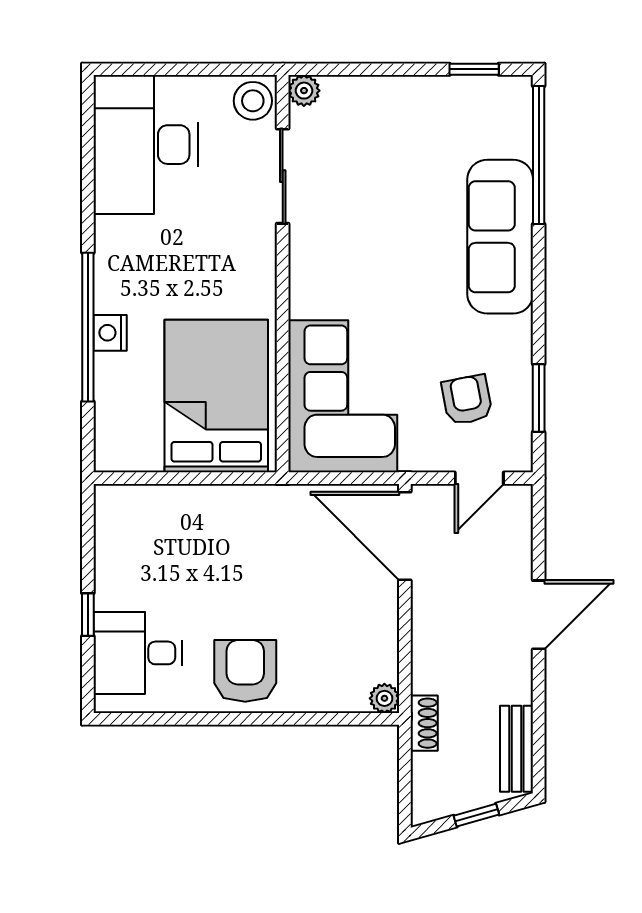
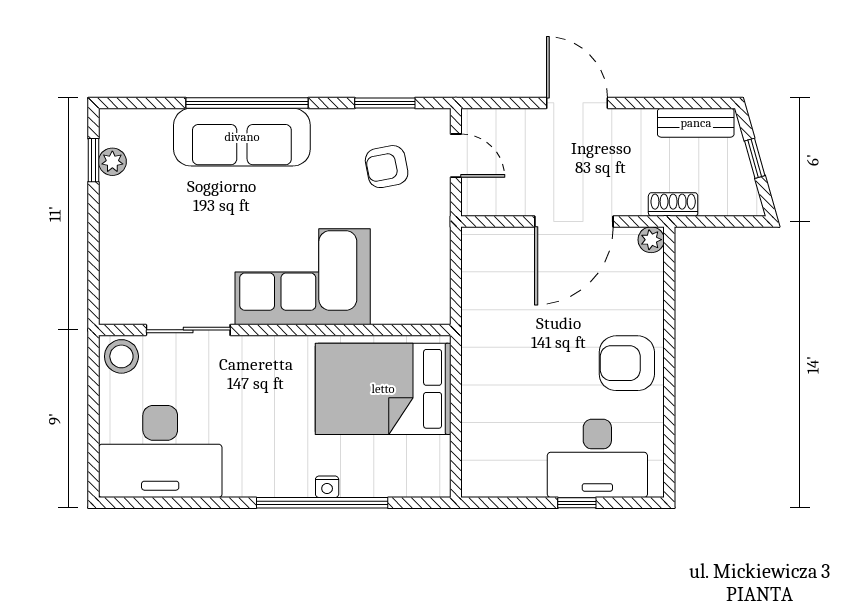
plant: (304, 91) -> (112, 162), moved
window: (539, 155) -> (247, 103), moved
nightstand: (110, 333) -> (327, 487), width x0.72, depth x0.74
corner sofa: (343, 396) -> (303, 277), moved
door: (405, 536) -> (574, 222), moved
desk: (138, 653) -> (597, 458), width x1.37

